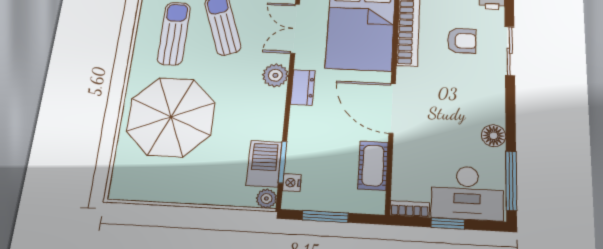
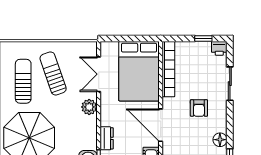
armchair: (462, 41) -> (199, 108), moved, turned 90
dresser: (303, 87) -> (107, 138), moved

